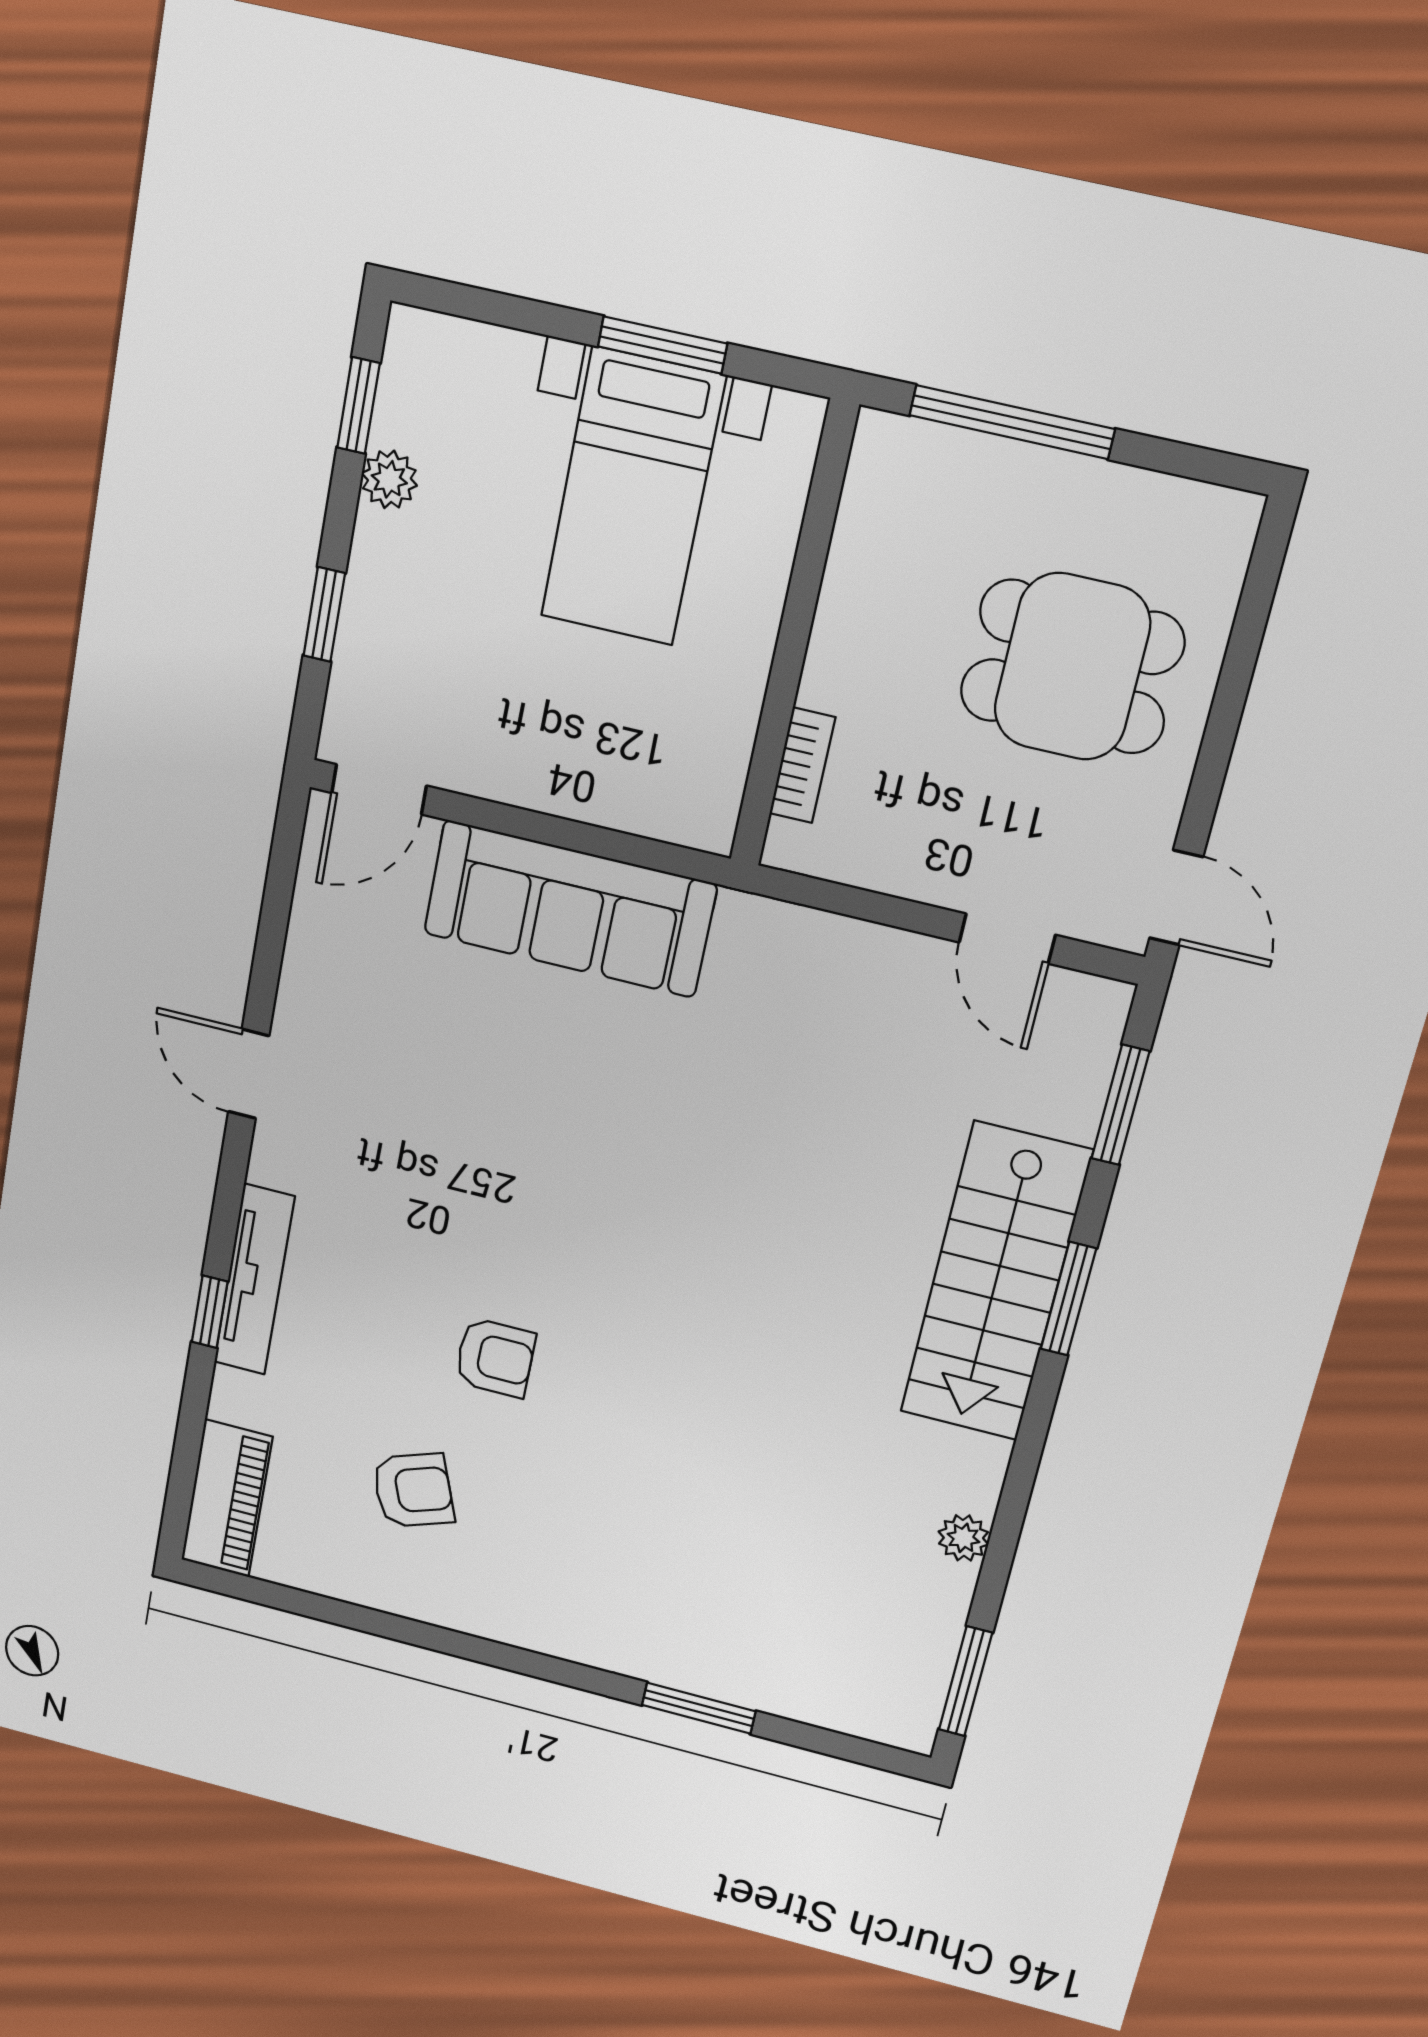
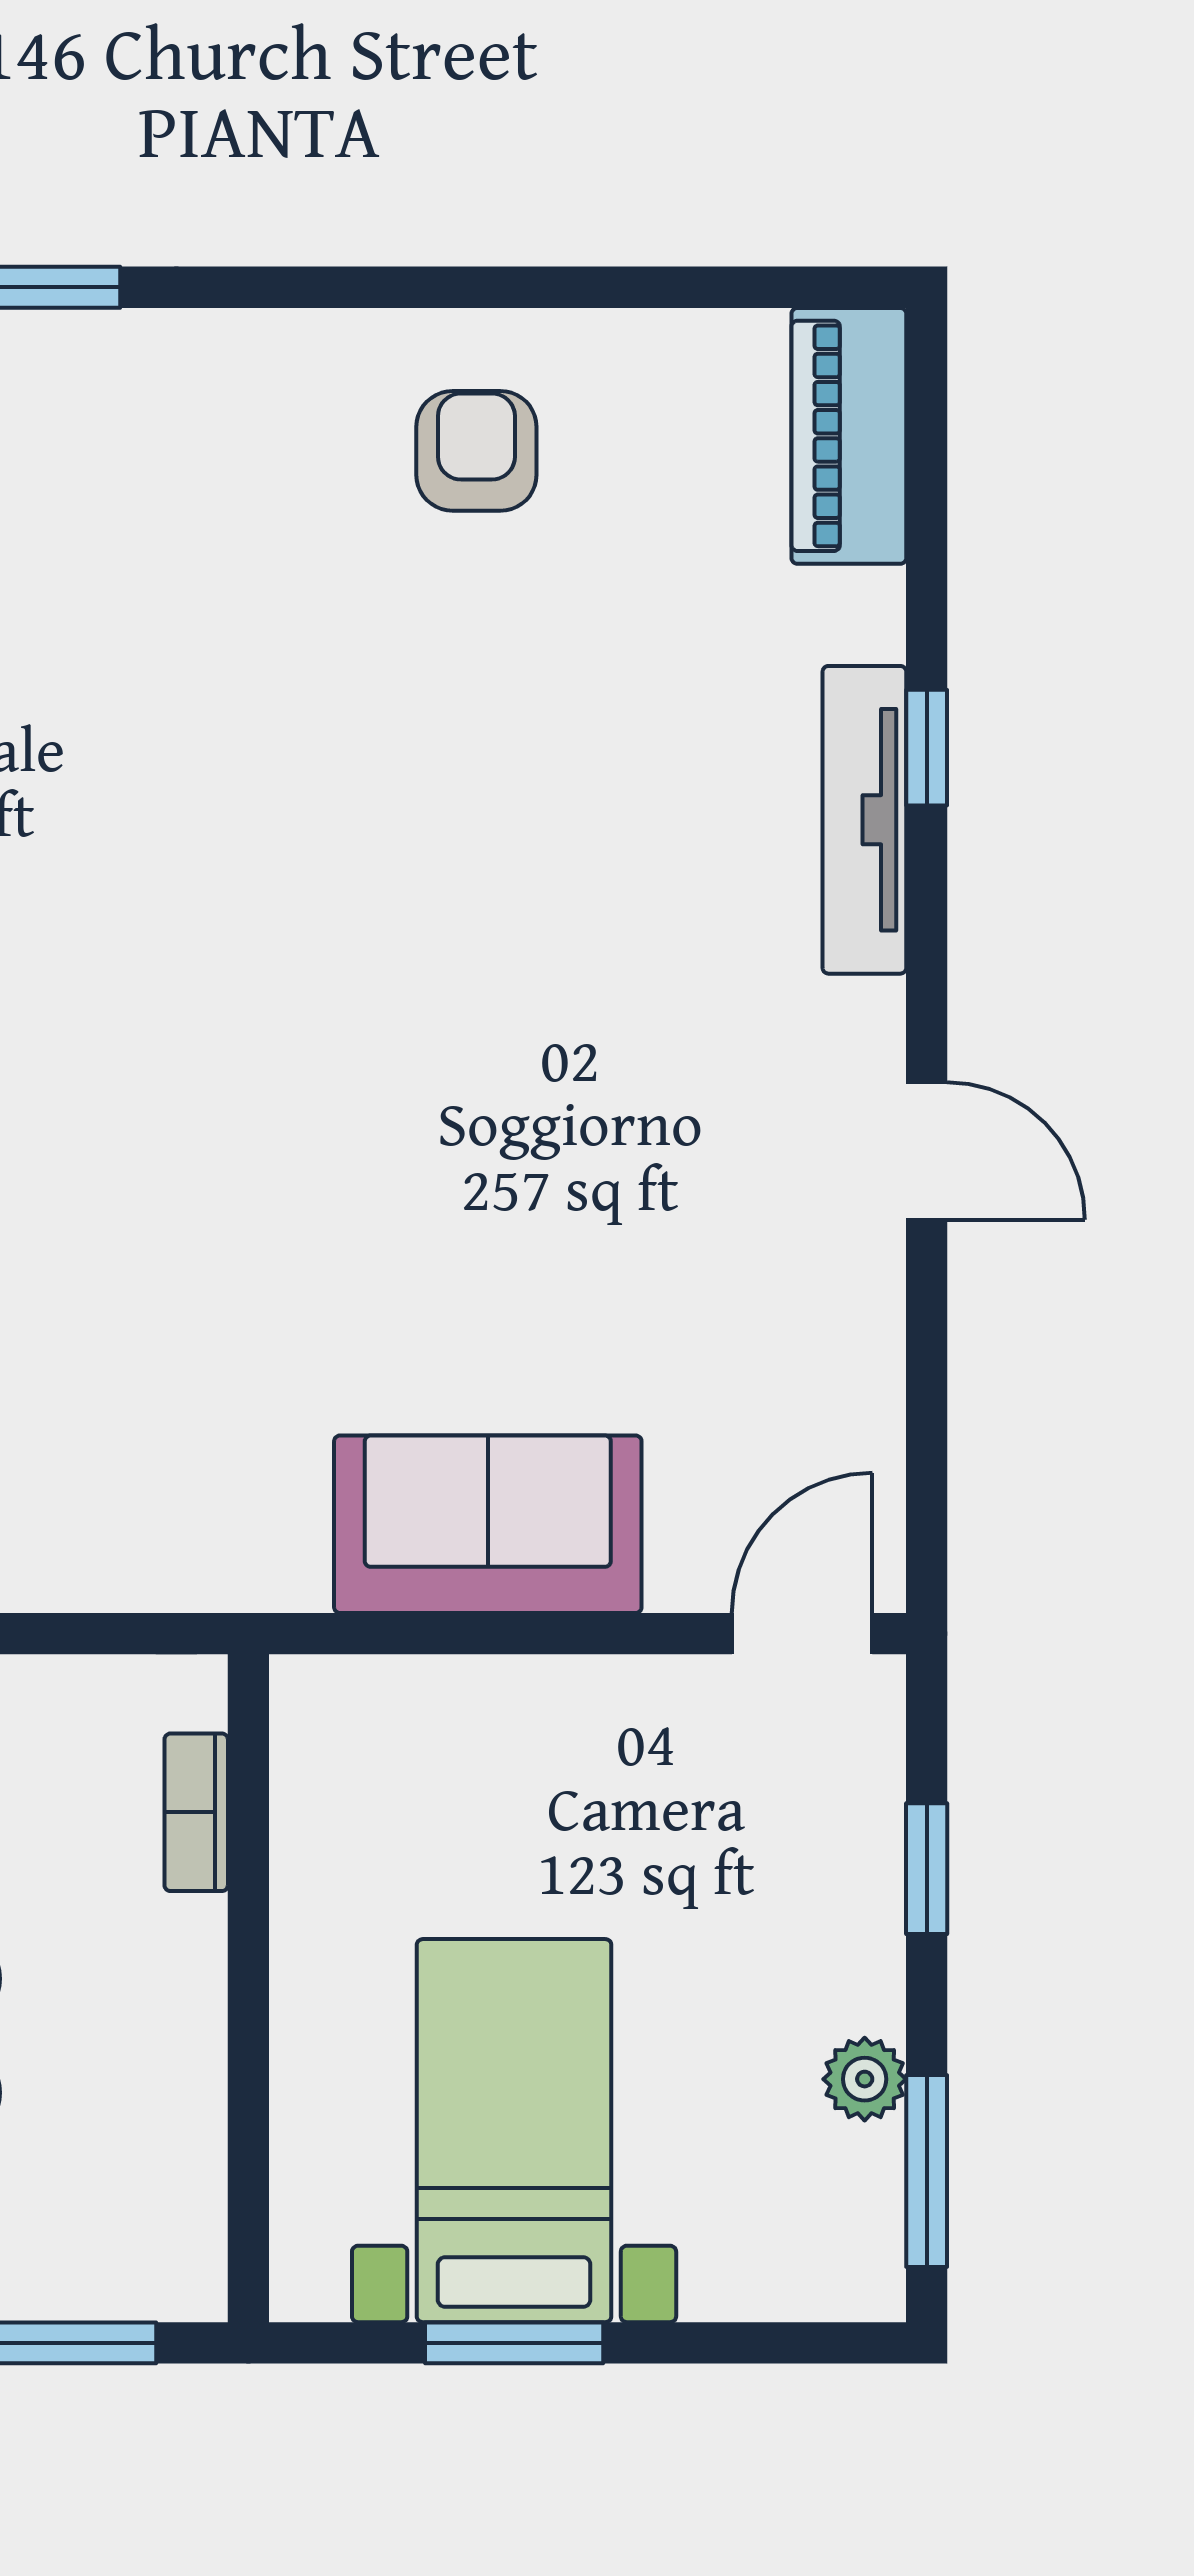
window: (358, 405) -> (927, 2171), width x1.50
sofa: (570, 909) -> (488, 1524), width x0.73
armchair: (495, 1358) -> (465, 793), removed
armchair: (413, 1490) -> (476, 451), moved, turned 110

